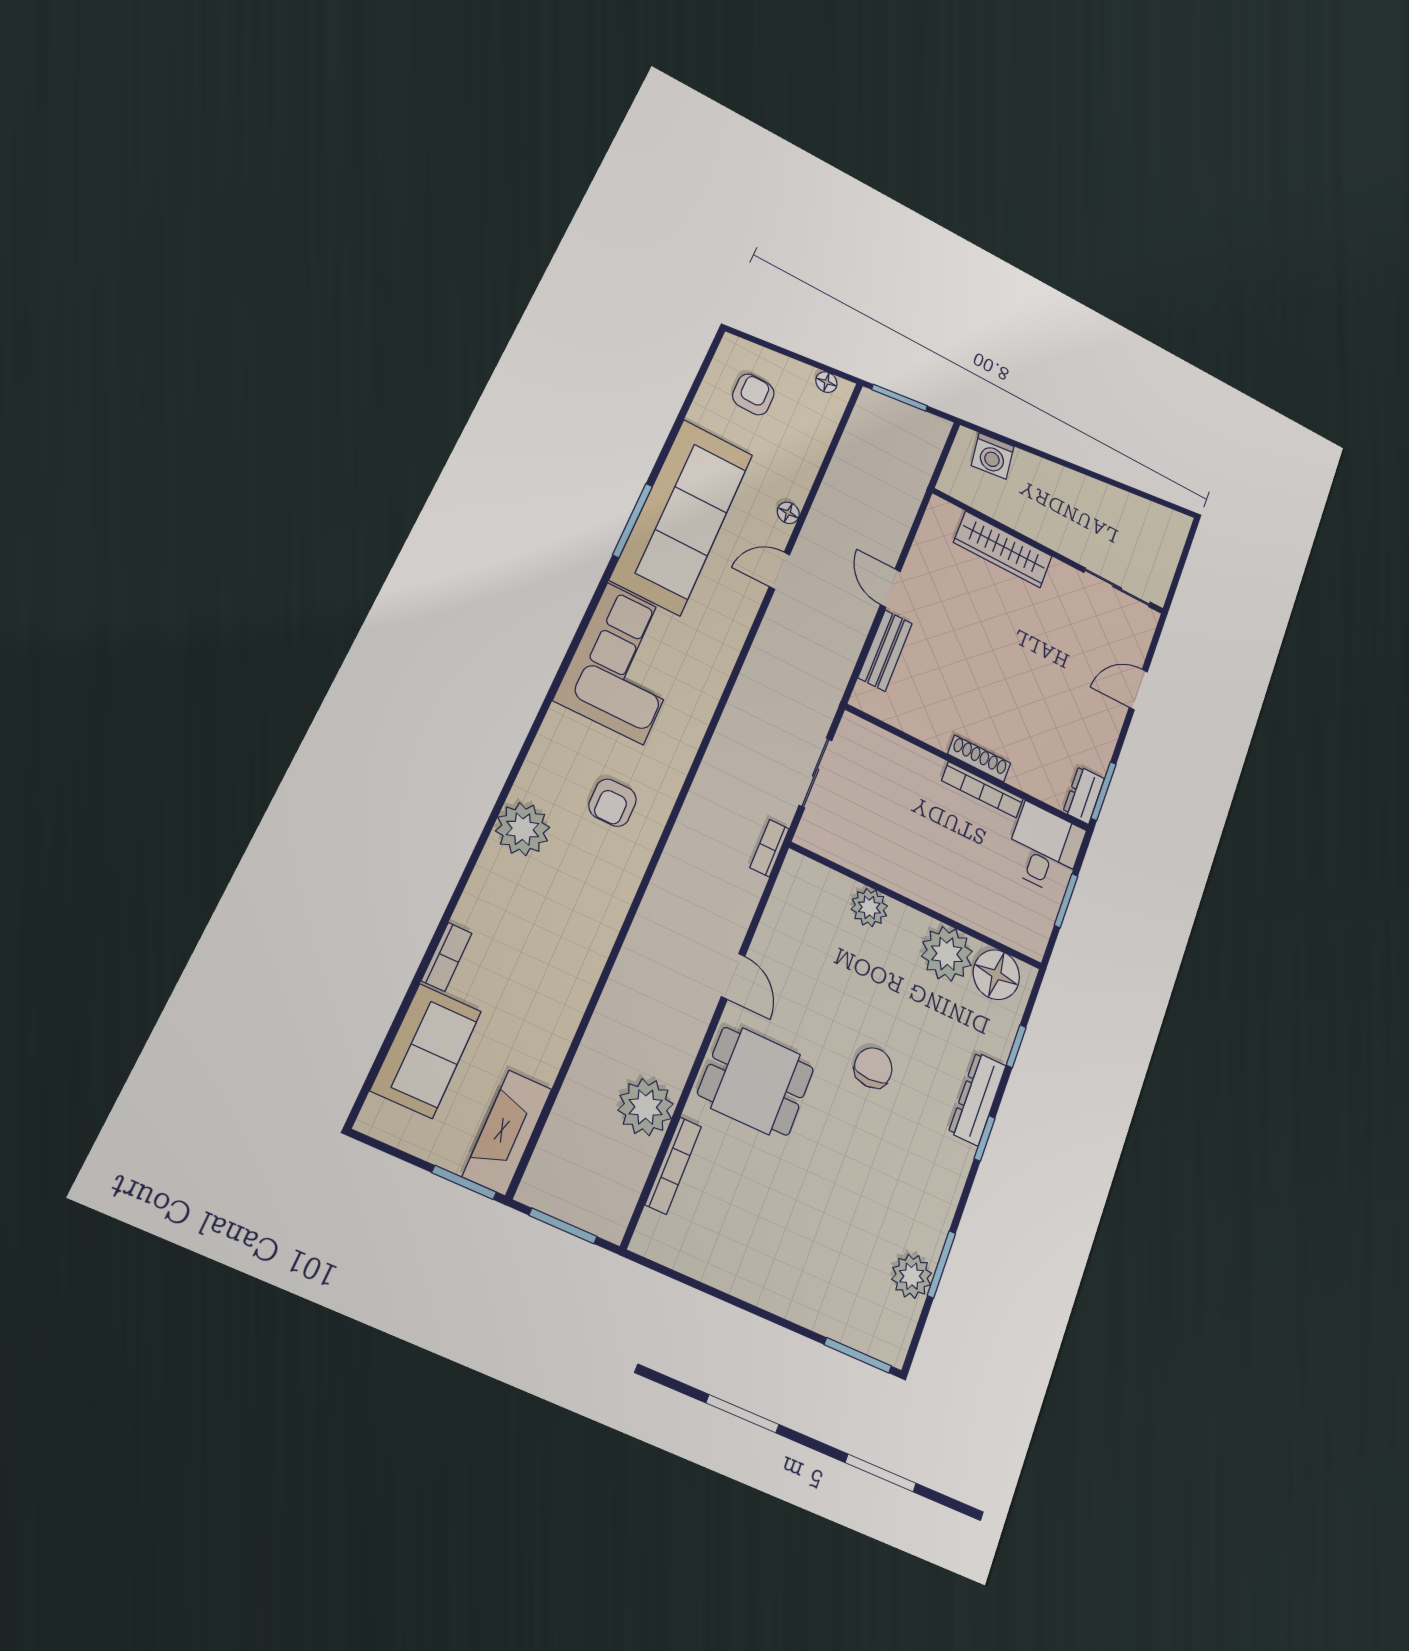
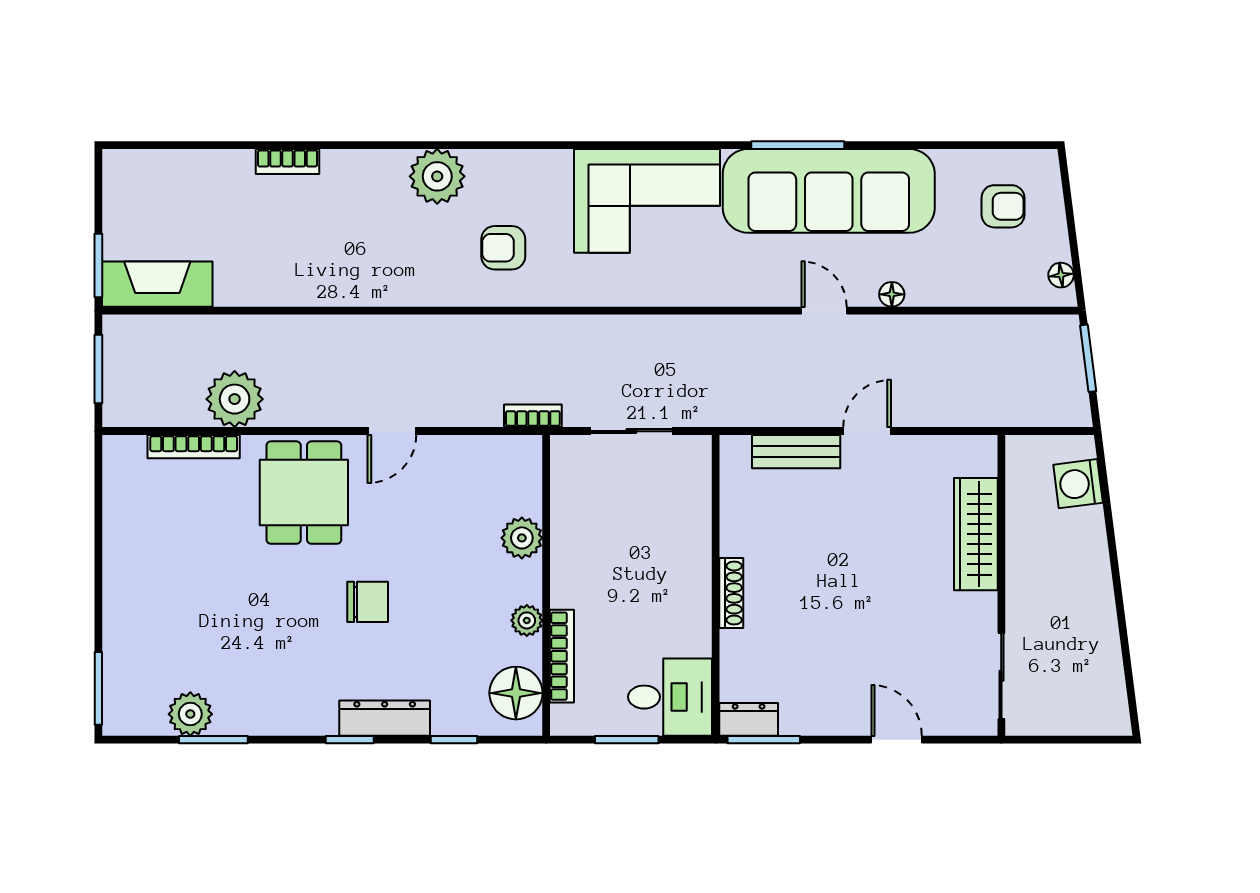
bookcase: (982, 790) -> (562, 656), moved, turned 180
plant: (947, 954) -> (527, 620), width x0.53, depth x0.53
sofa: (426, 1051) -> (197, 181), removed

